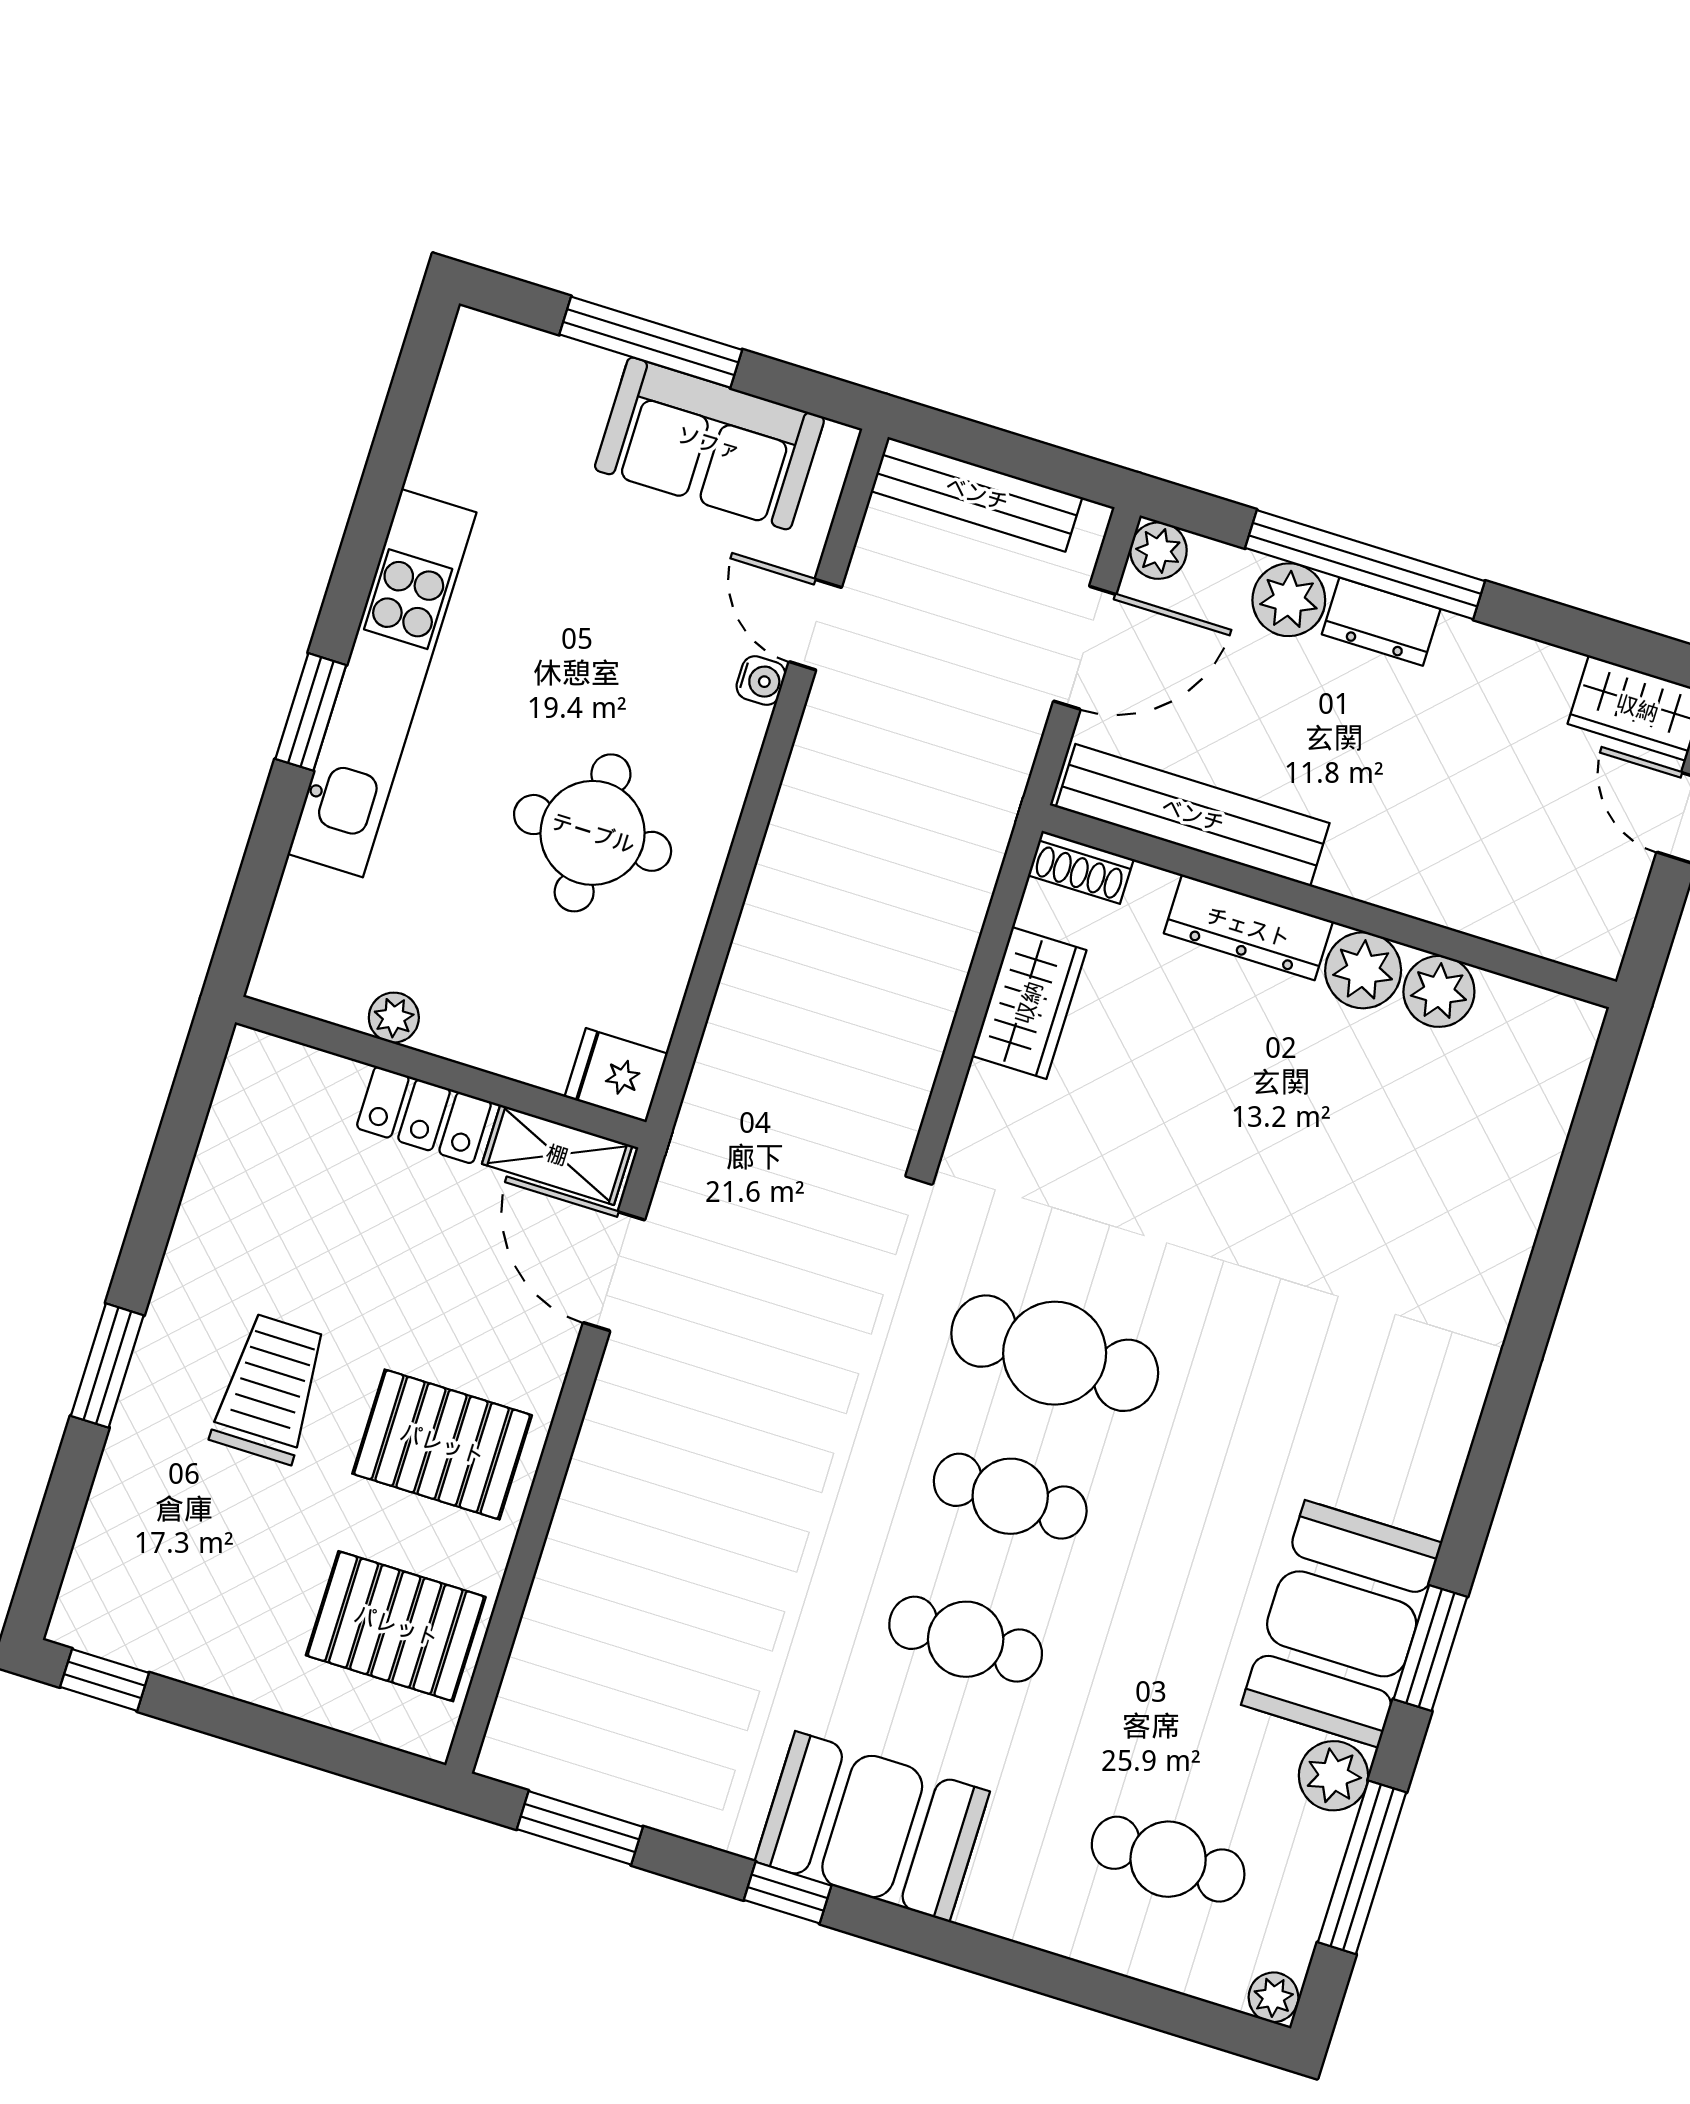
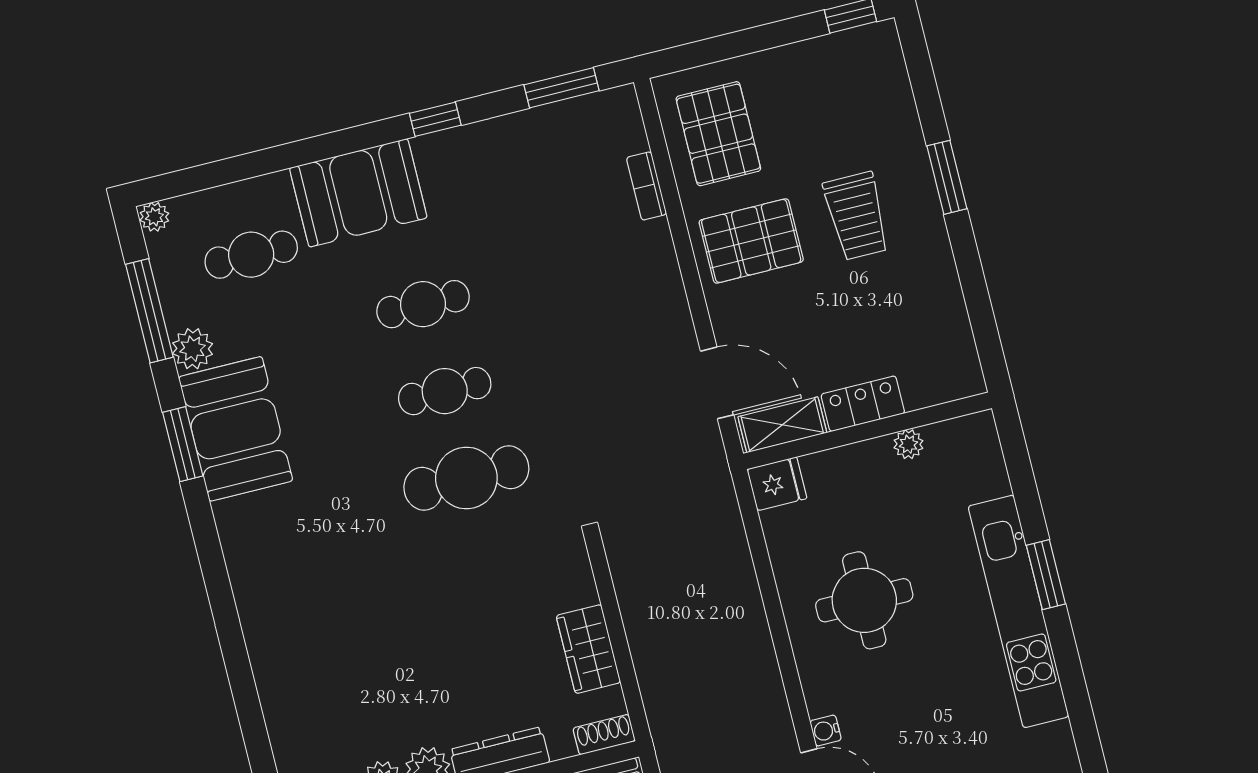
bookcase: (544, 1614) -> (646, 186), added
pallet: (396, 1626) -> (718, 134), turned 90
booth: (872, 1827) -> (358, 193), moved

